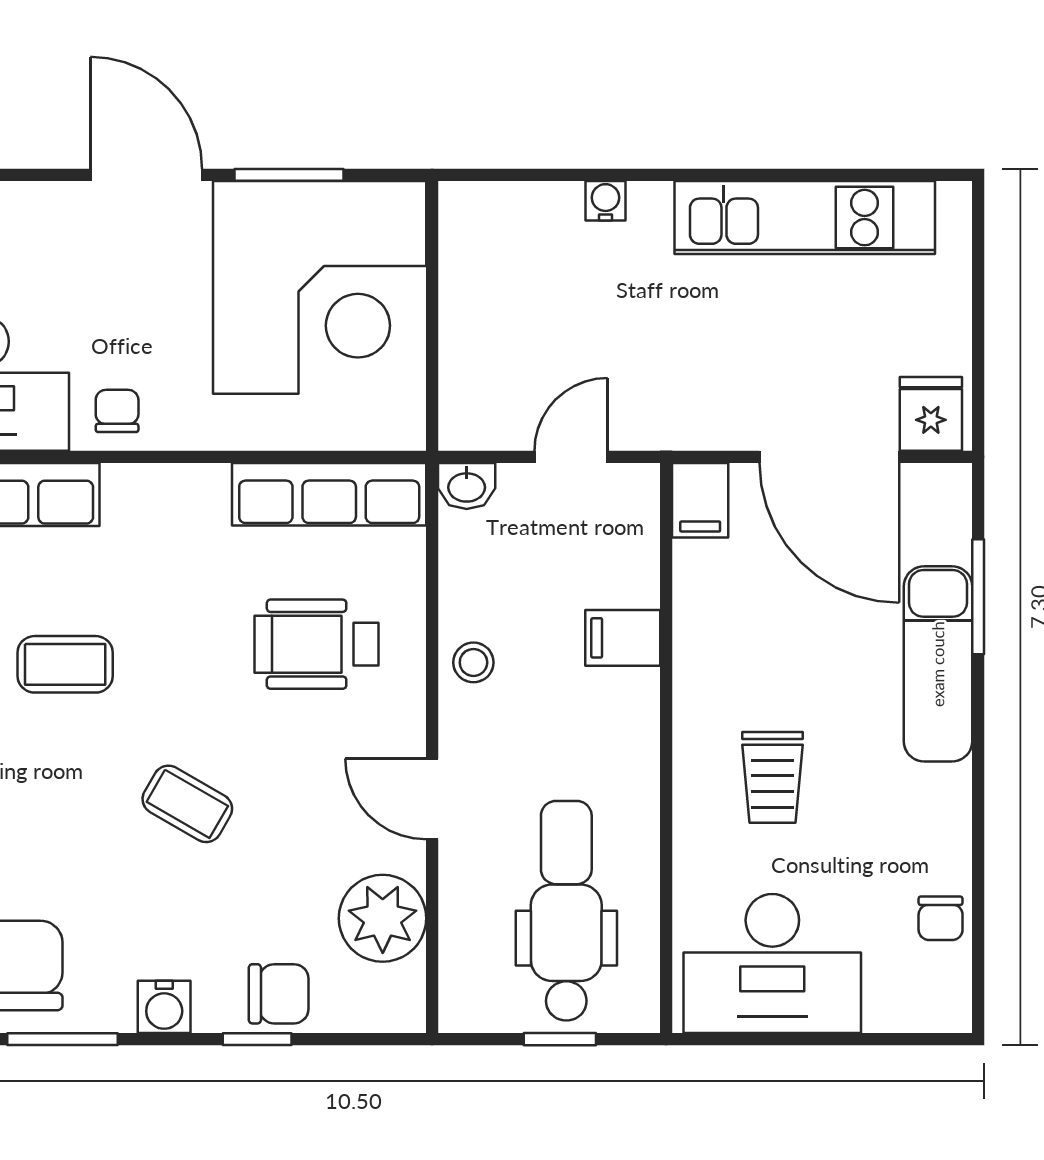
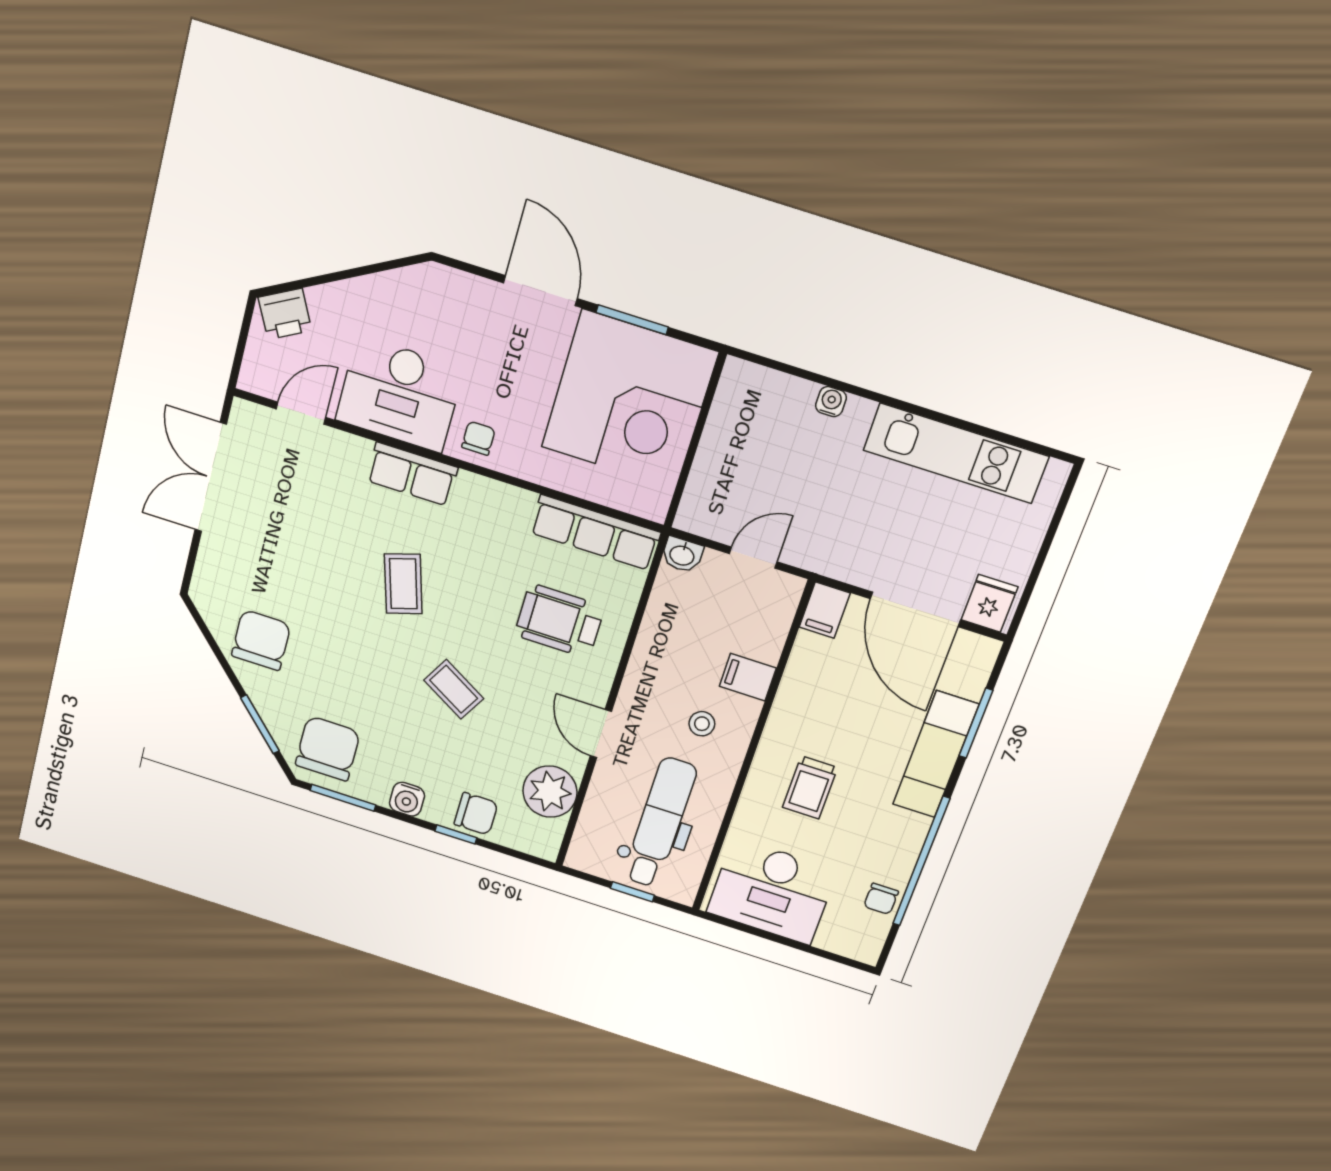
stool: (473, 662) -> (702, 724), moved
coffee table: (65, 664) -> (403, 584), turned 73
window: (978, 838) -> (921, 862), added

